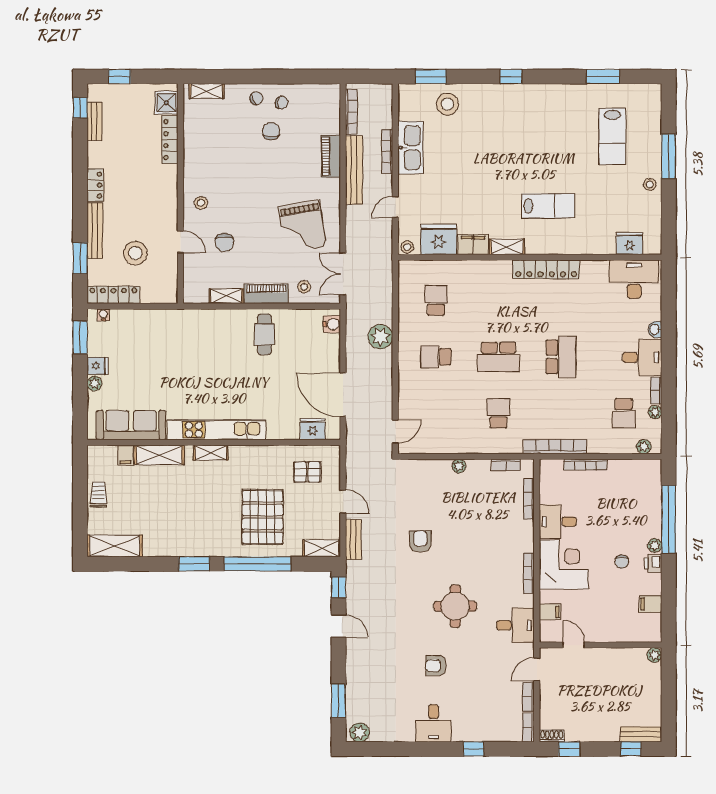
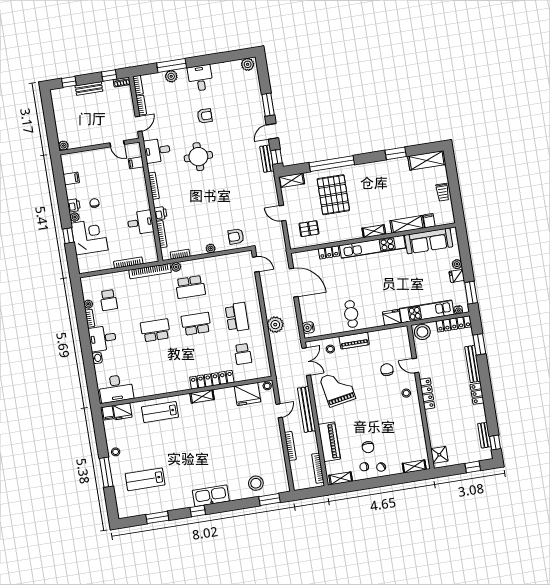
window: (511, 77) -> (198, 511), moved
lab bench: (612, 136) -> (145, 479), turned -90
locker: (170, 140) -> (427, 394), moved
kitchen sink: (411, 148) -> (211, 496), moved, turned 90
piano: (331, 156) -> (329, 442), width x1.37, depth x1.33
bench: (354, 170) -> (307, 409), moved
lab bench: (548, 206) -> (160, 412), moved
filing cabinet: (473, 245) -> (108, 413), moved, width x0.50
stool: (135, 253) -> (422, 332), moved
locker: (546, 269) -> (212, 380), moved
shelving: (226, 296) -> (341, 478), moved
kitchen unit: (151, 320) -> (427, 311), added
school desk: (436, 357) -> (237, 317), width x1.85
school desk: (561, 357) -> (155, 330), turned 90
school desk: (498, 413) -> (190, 287), width x1.85
school desk: (624, 413) -> (109, 300), turned 180
fridge: (313, 429) -> (392, 317), moved, turned 180
door: (395, 431) -> (256, 264), swing flipped
locker: (283, 432) -> (329, 252), added
plant: (644, 447) -> (176, 267), moved
window: (669, 519) -> (68, 236), width x0.32
printer: (525, 530) -> (160, 213), added
bench: (353, 540) -> (267, 159), moved
armchair: (420, 541) -> (236, 236), moved, turned 90
window: (194, 564) -> (396, 153), moved
corner desk: (564, 565) -> (89, 237), moved, turned 180
door: (339, 626) -> (272, 131), hinge flipped
window: (339, 701) -> (268, 105), moved
plant: (477, 733) -> (171, 76), added
bench: (640, 734) -> (89, 88), moved
window: (474, 749) -> (172, 65), width x2.17

